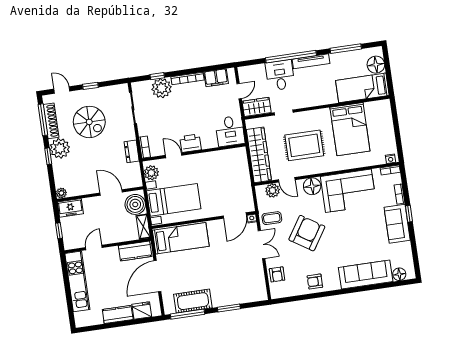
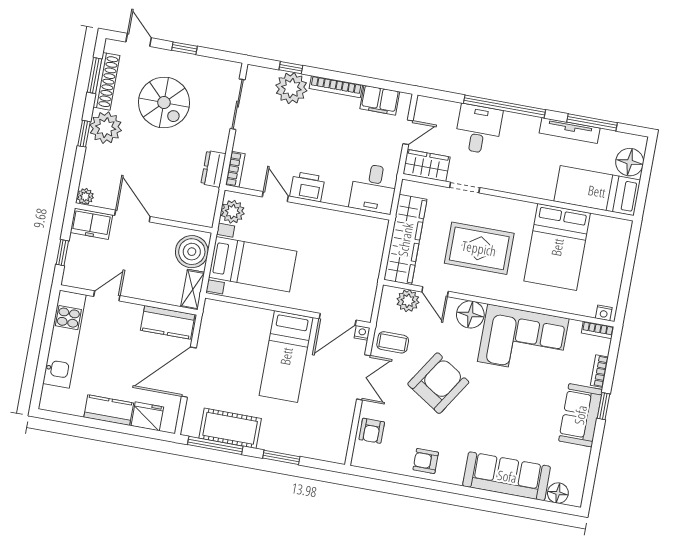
tv unit: (311, 61) -> (570, 131), moved
window: (43, 120) -> (95, 75), width x0.69
door: (111, 193) -> (132, 216), moved
bed: (181, 238) -> (286, 356), moved, turned 90

